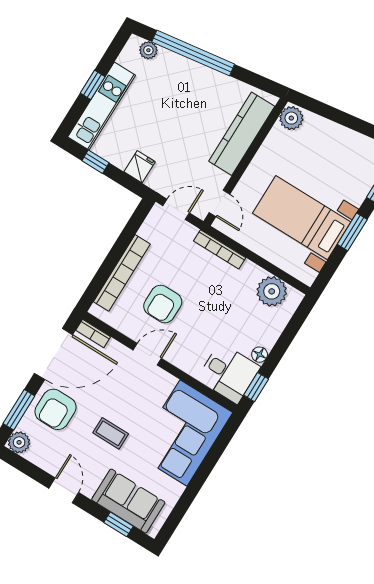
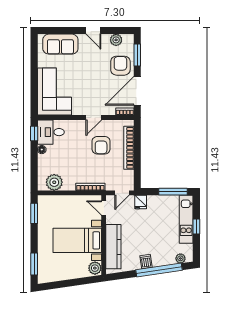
dishwasher: (205, 79) -> (146, 262), added
window: (95, 162) -> (173, 192), width x2.17
fridge: (140, 167) -> (141, 202), moved
bed with nightstands: (302, 218) -> (77, 240), moved, turned 180
window: (352, 232) -> (34, 213), moved
armchair: (163, 304) -> (101, 145), turned 180
coffee table: (111, 433) -> (88, 70), removed
plant: (19, 442) -> (116, 40), moved
window: (119, 524) -> (58, 31), removed

